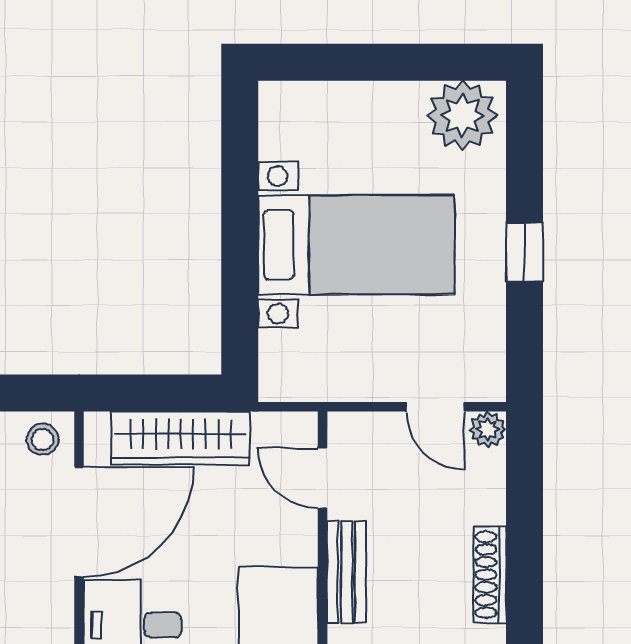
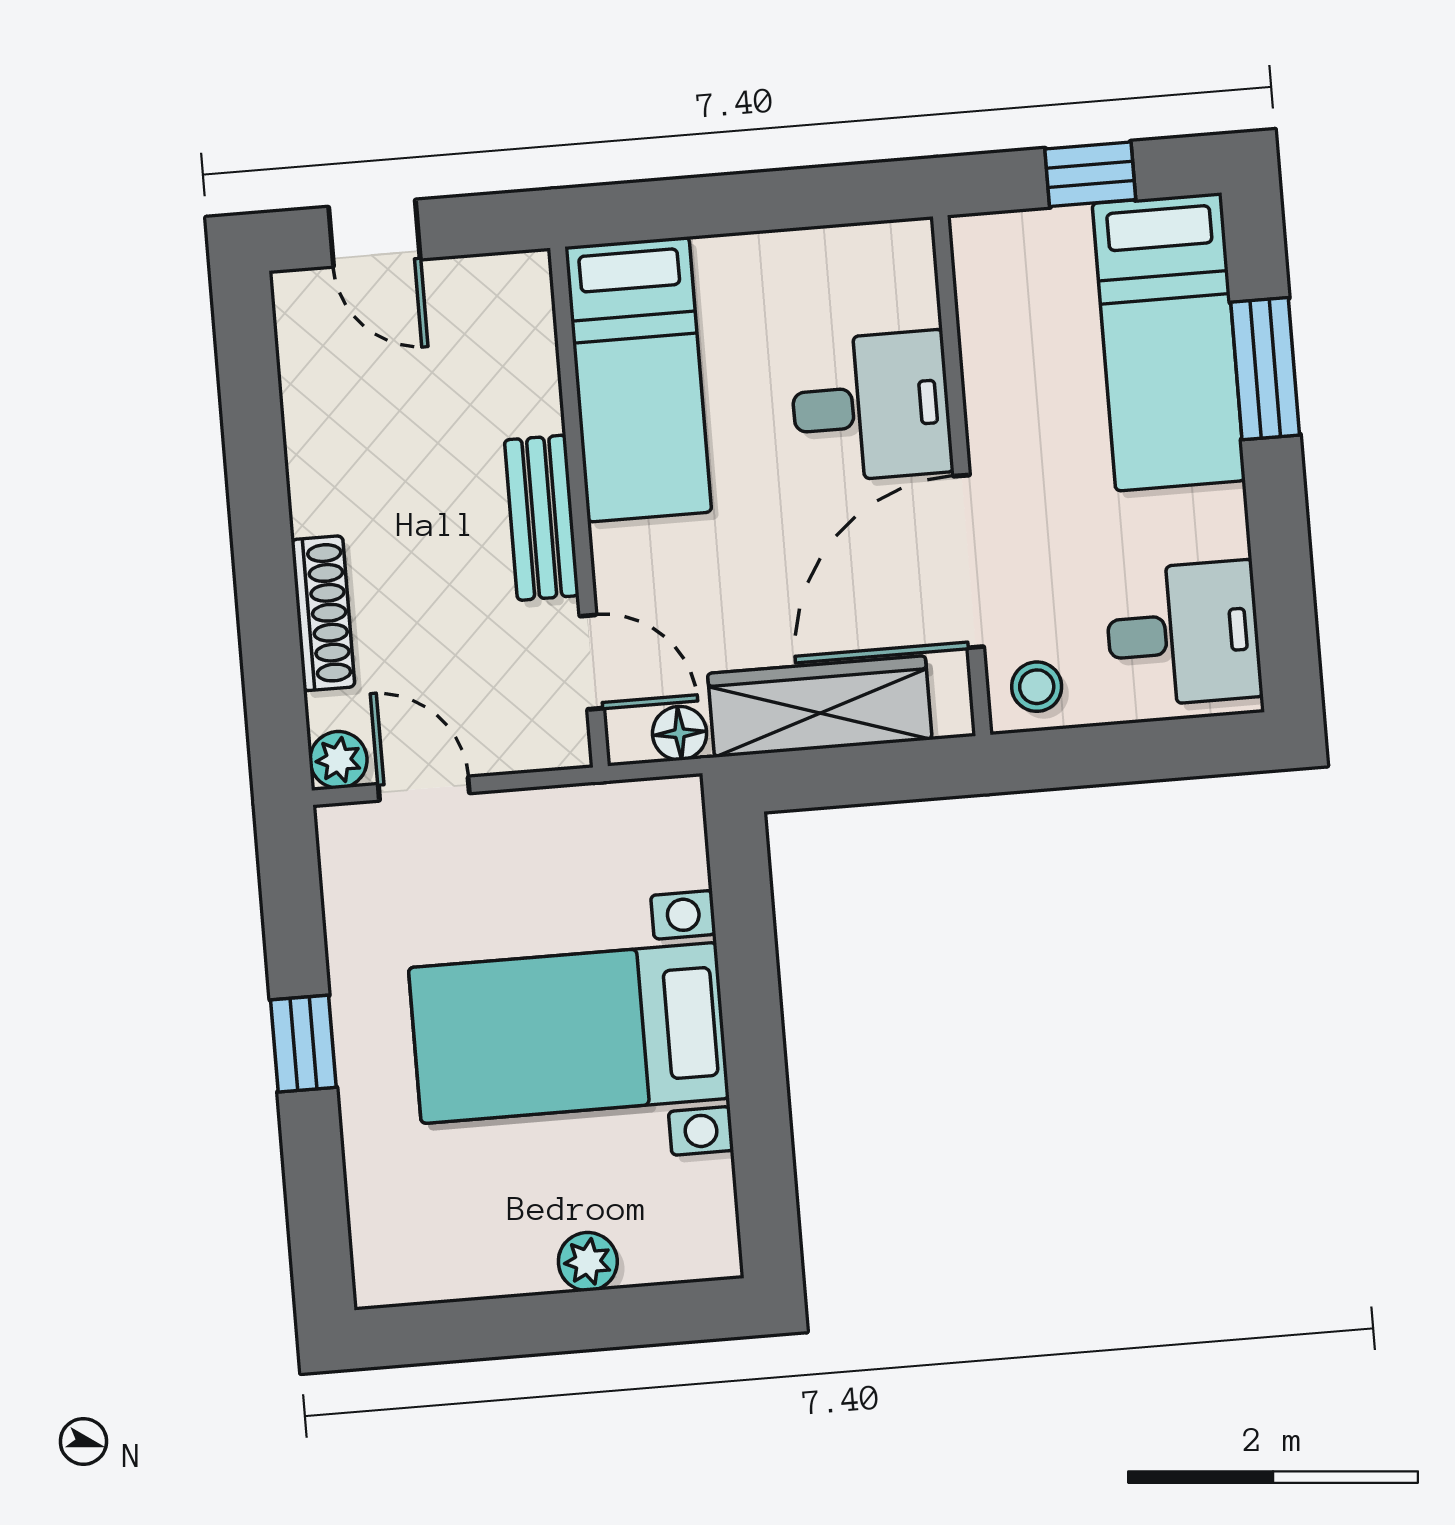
plant: (462, 116) -> (588, 1262), moved, width x0.53, depth x0.53
floor lamp: (271, 429) -> (680, 733), added
shoe rack: (490, 575) -> (323, 613), moved

